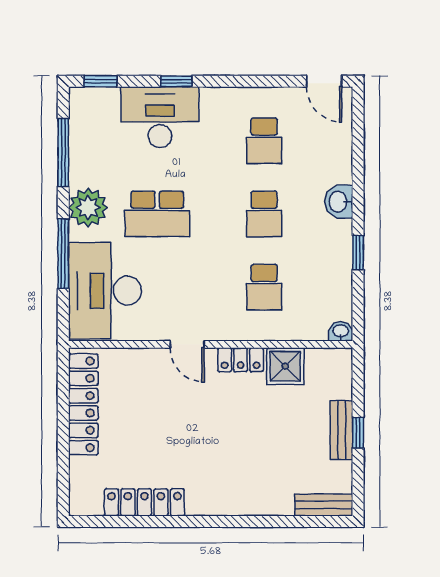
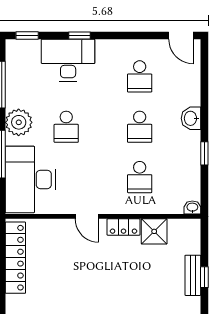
school desk: (157, 214) -> (66, 127), width x0.54

